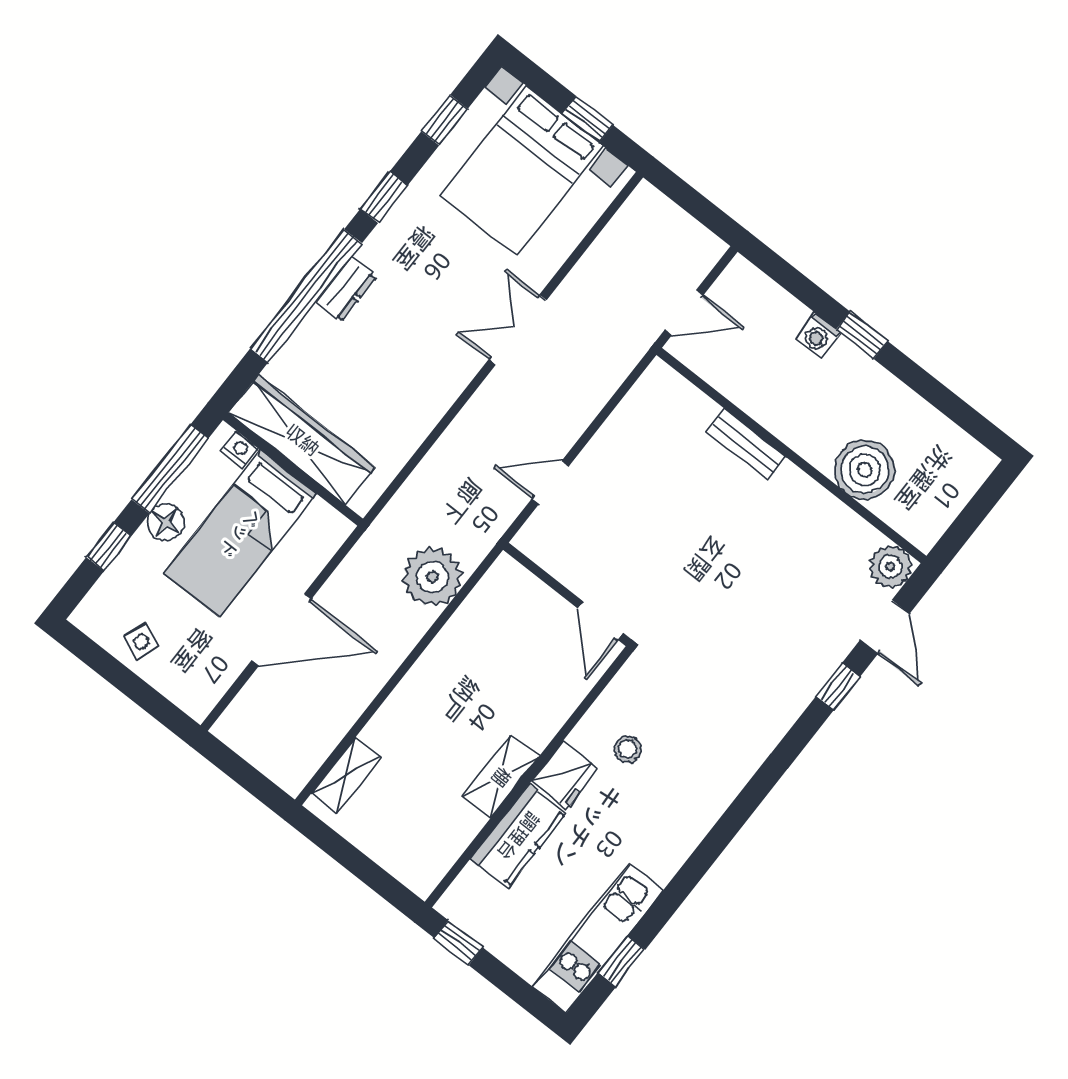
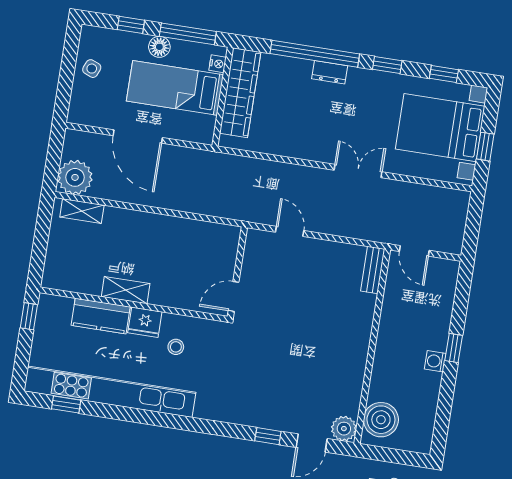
washing machine: (818, 336) -> (435, 361), moved
bench: (746, 444) -> (373, 270), moved
boiler: (865, 470) -> (381, 420), moved
plant: (432, 577) -> (75, 177), moved
kitchen unit: (597, 938) -> (110, 392), width x1.86

